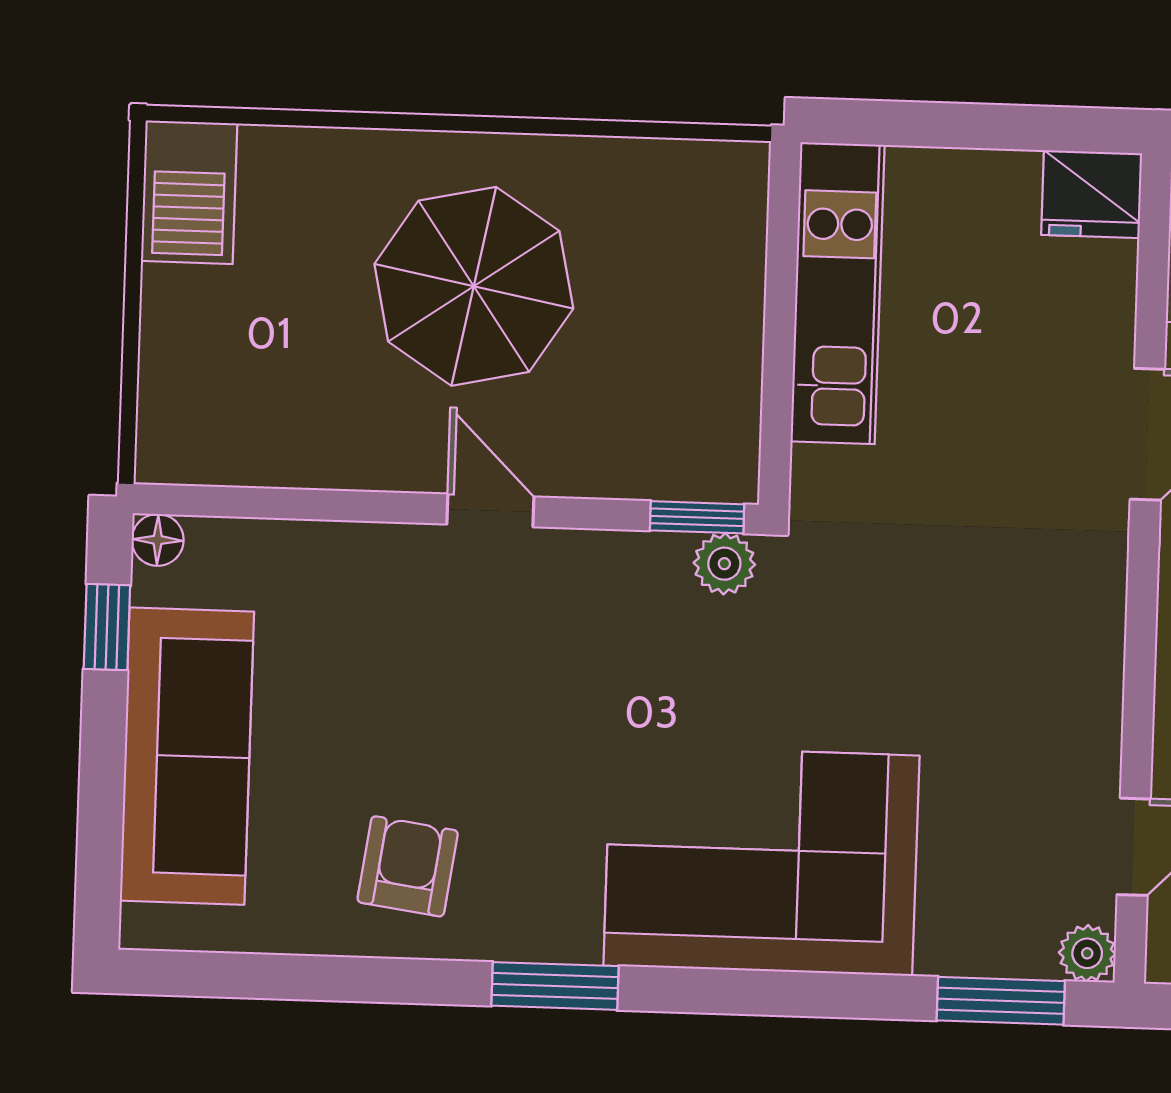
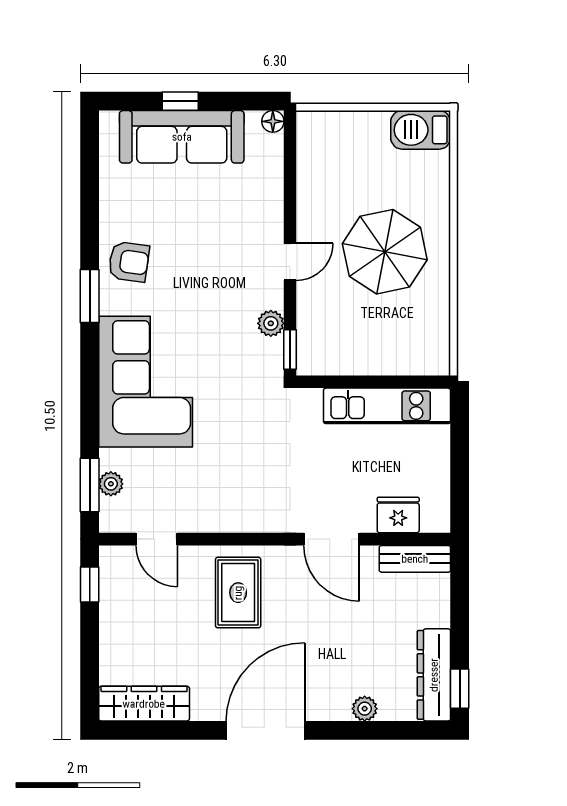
fridge: (1092, 194) -> (398, 515), moved, turned 90
plant: (724, 564) -> (271, 323), moved
window: (107, 627) -> (180, 101), moved
armchair: (408, 866) -> (129, 262), moved
plant: (1087, 953) -> (111, 484), moved

